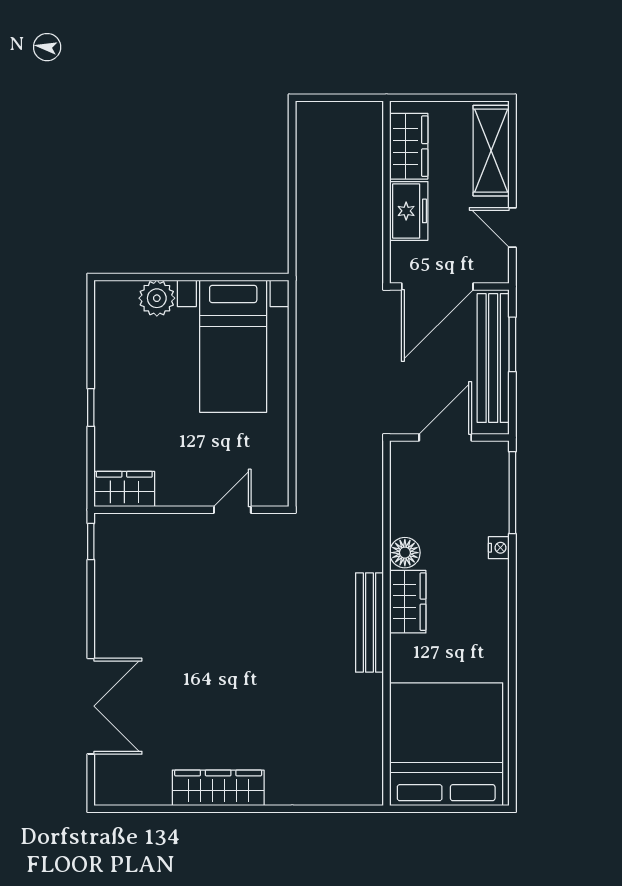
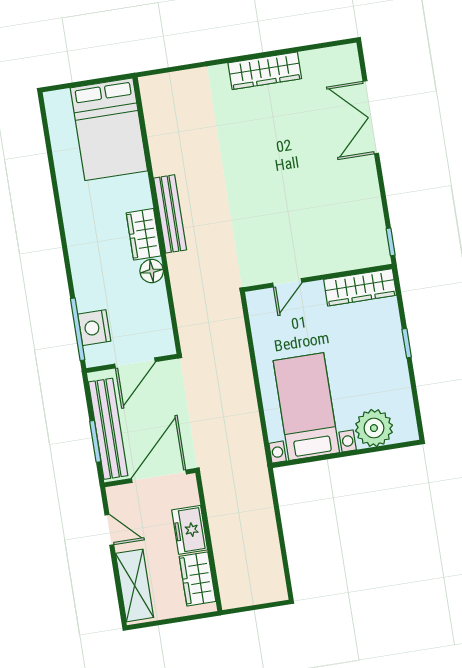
plant: (157, 298) -> (374, 428), width x1.36, depth x1.36
wardrobe: (124, 489) -> (360, 287), width x1.50
nightstand: (499, 548) -> (94, 328), moved, width x1.89, depth x1.79
bed: (446, 744) -> (109, 129), width x0.73

